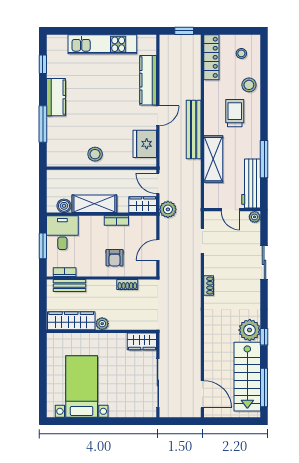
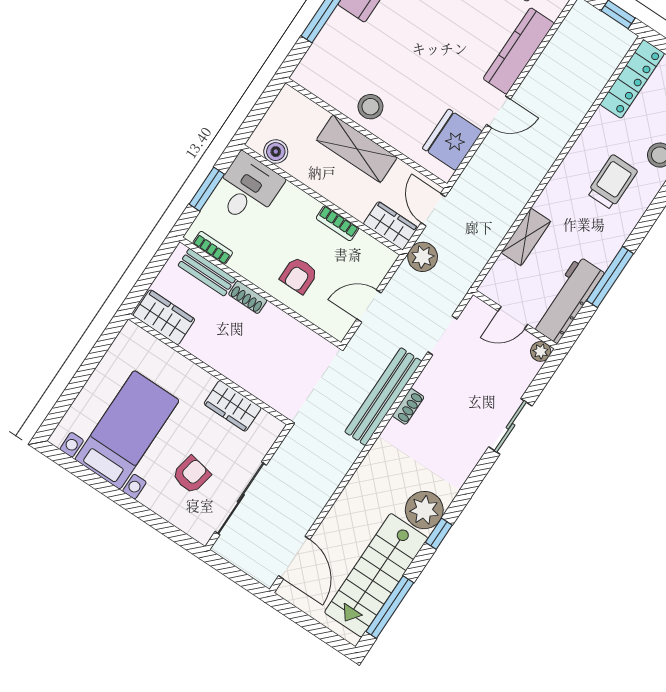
bench: (194, 130) -> (383, 397), moved
shelving: (213, 159) -> (526, 237), width x0.67, depth x0.75
shelving: (94, 204) -> (357, 149), moved
door: (230, 210) -> (513, 318), hinge flipped
shoe rack: (127, 285) -> (248, 297), moved
wardrobe: (71, 321) -> (164, 317), width x0.67
plant: (102, 324) -> (217, 359), removed
wardrobe: (142, 341) -> (233, 406), moved
armchair: (127, 387) -> (191, 475), added

